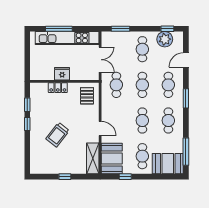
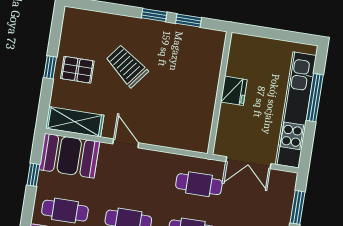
locker: (58, 88) -> (210, 79), removed
pallet: (87, 96) -> (77, 70), moved
door: (100, 128) -> (126, 143), swing flipped

